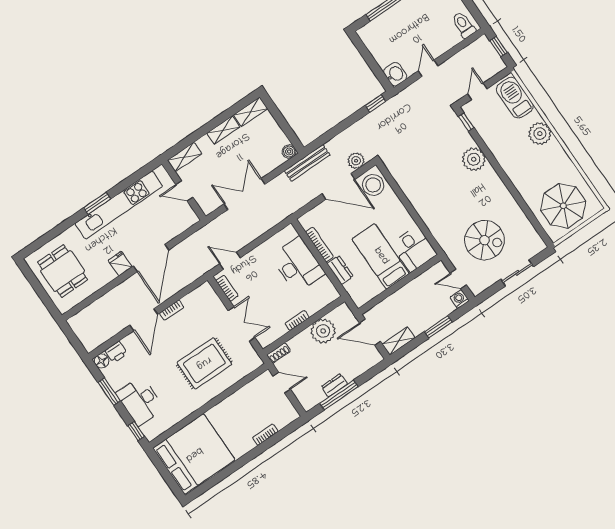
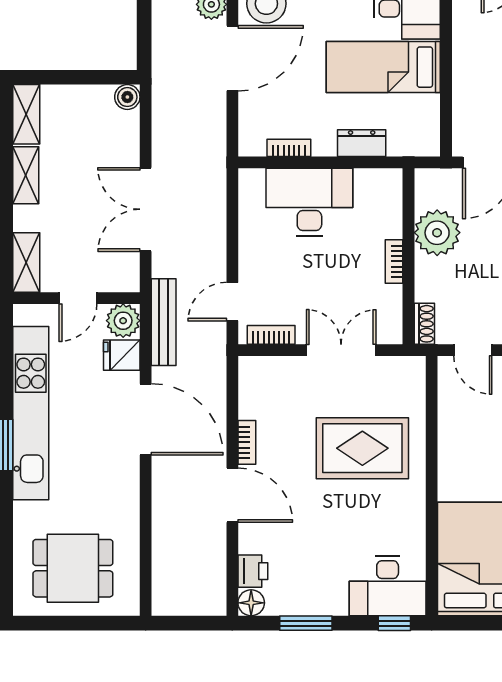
bench: (307, 163) -> (164, 322), moved
plant: (188, 218) -> (123, 321), added
bookcase: (319, 245) -> (289, 148), width x0.64
fridge: (120, 264) -> (122, 355), moved
rug: (204, 363) -> (362, 448), turned 90
door: (282, 383) -> (473, 350), swing flipped
desk: (140, 401) -> (388, 586), moved

